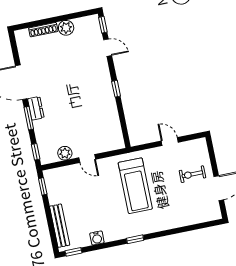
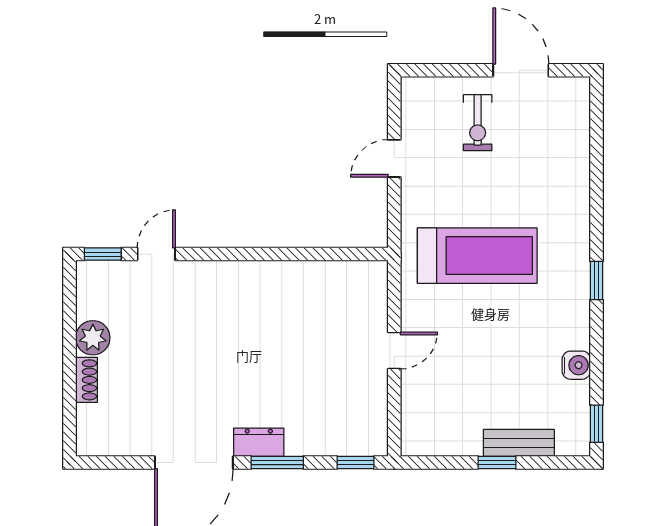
shoe rack: (43, 30) -> (87, 380), width x0.70
window: (116, 89) -> (252, 254), removed
plant: (65, 153) -> (372, 398), removed
window: (43, 186) -> (497, 462), moved
bench: (60, 226) -> (519, 443), width x0.73

